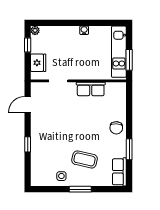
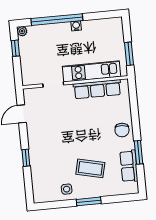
window: (67, 23) -> (57, 20), added
kitchen unit: (119, 52) -> (91, 71), moved, turned 90
fridge: (38, 63) -> (29, 67), removed
row of seats: (91, 89) -> (97, 89), width x1.48
row of seats: (119, 172) -> (129, 166), moved

